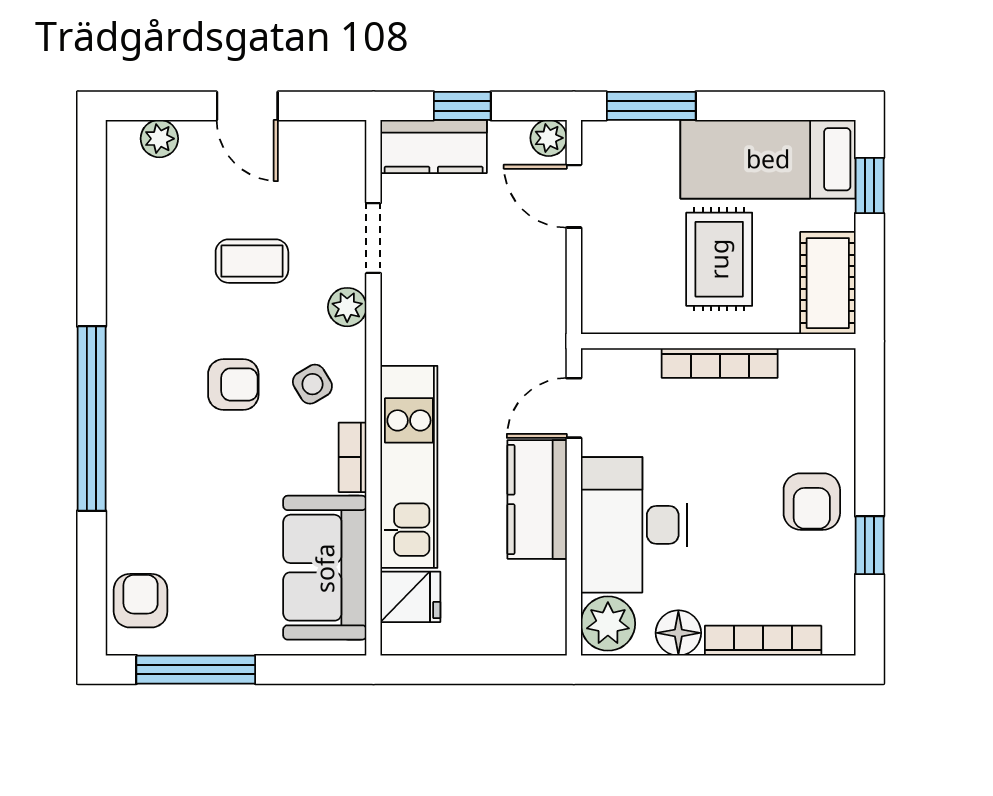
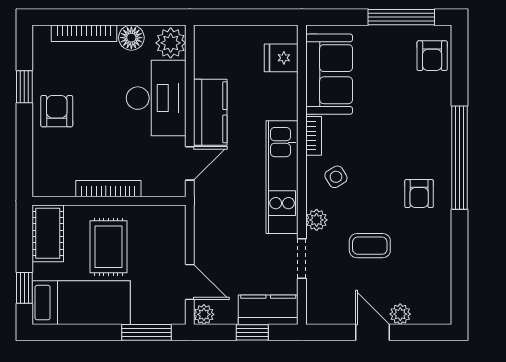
plant: (159, 139) -> (400, 314), moved
armchair: (233, 384) -> (419, 194), moved, turned -90
kitchen unit: (409, 467) -> (282, 177), moved

